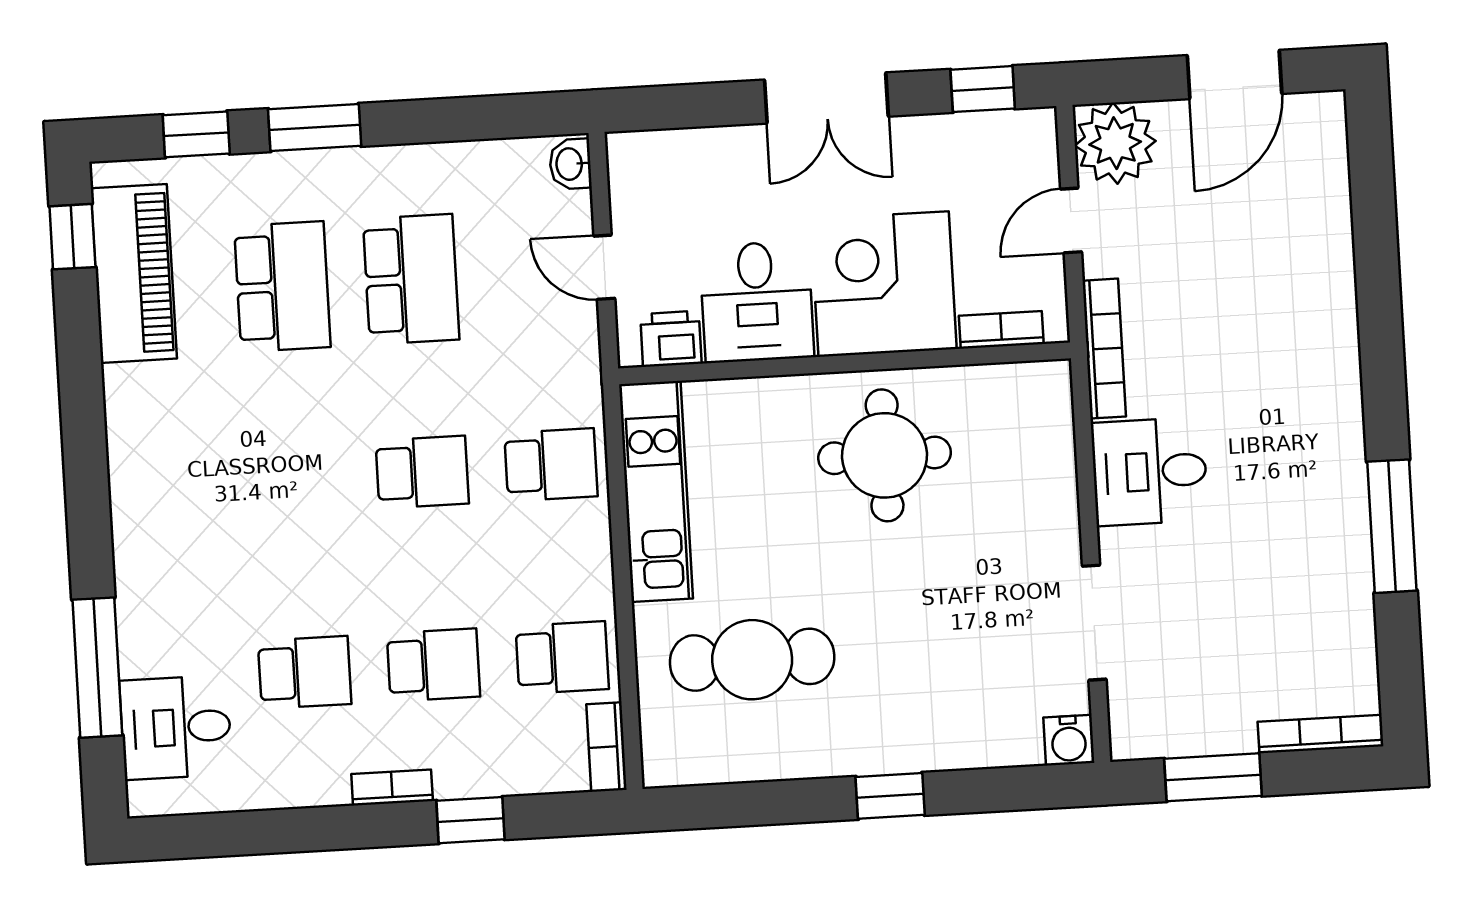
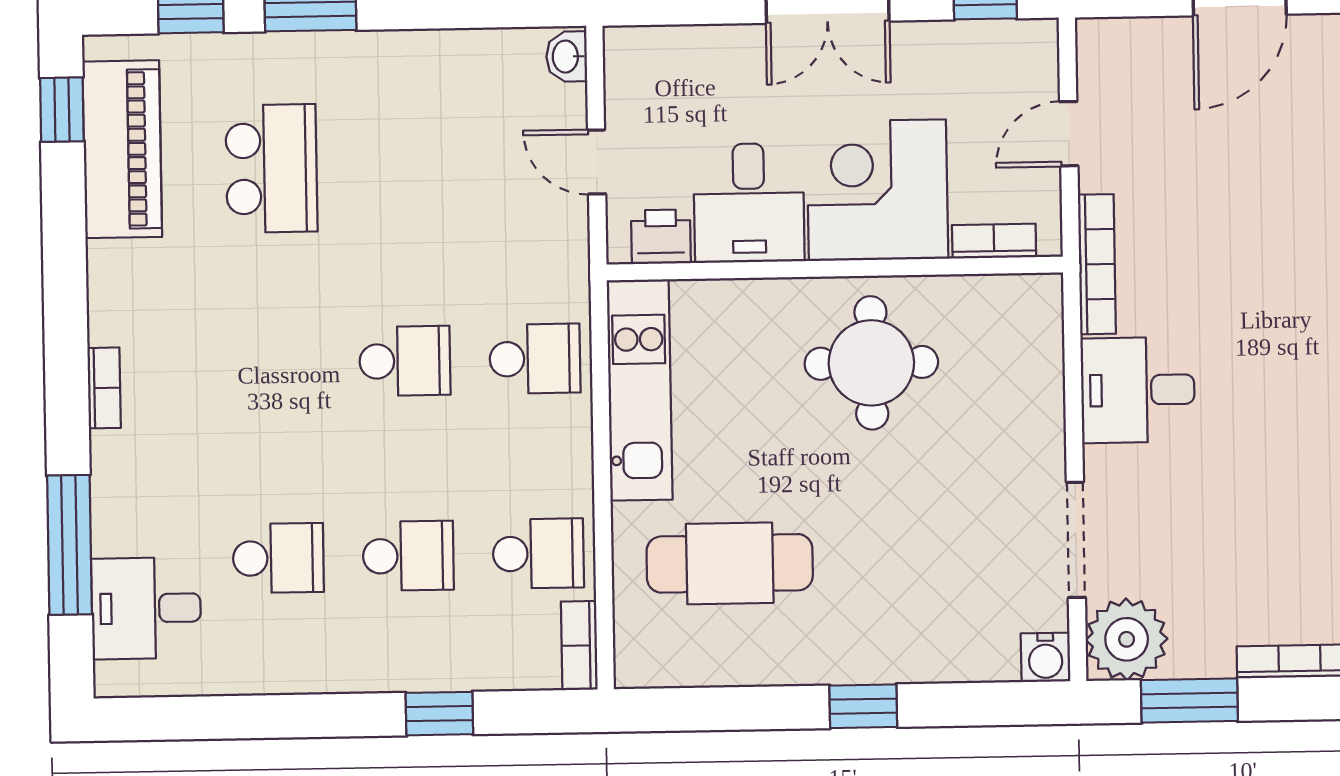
plant: (1115, 143) -> (1127, 639), moved
school desk: (411, 279) -> (401, 166), removed
bookcase: (392, 788) -> (104, 388), moved, turned 90

